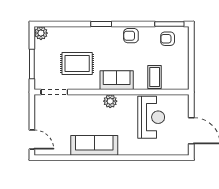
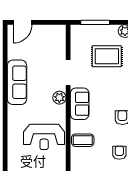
rug: (77, 64) -> (107, 56), moved, turned 90
doorway: (54, 92) -> (68, 73), moved

